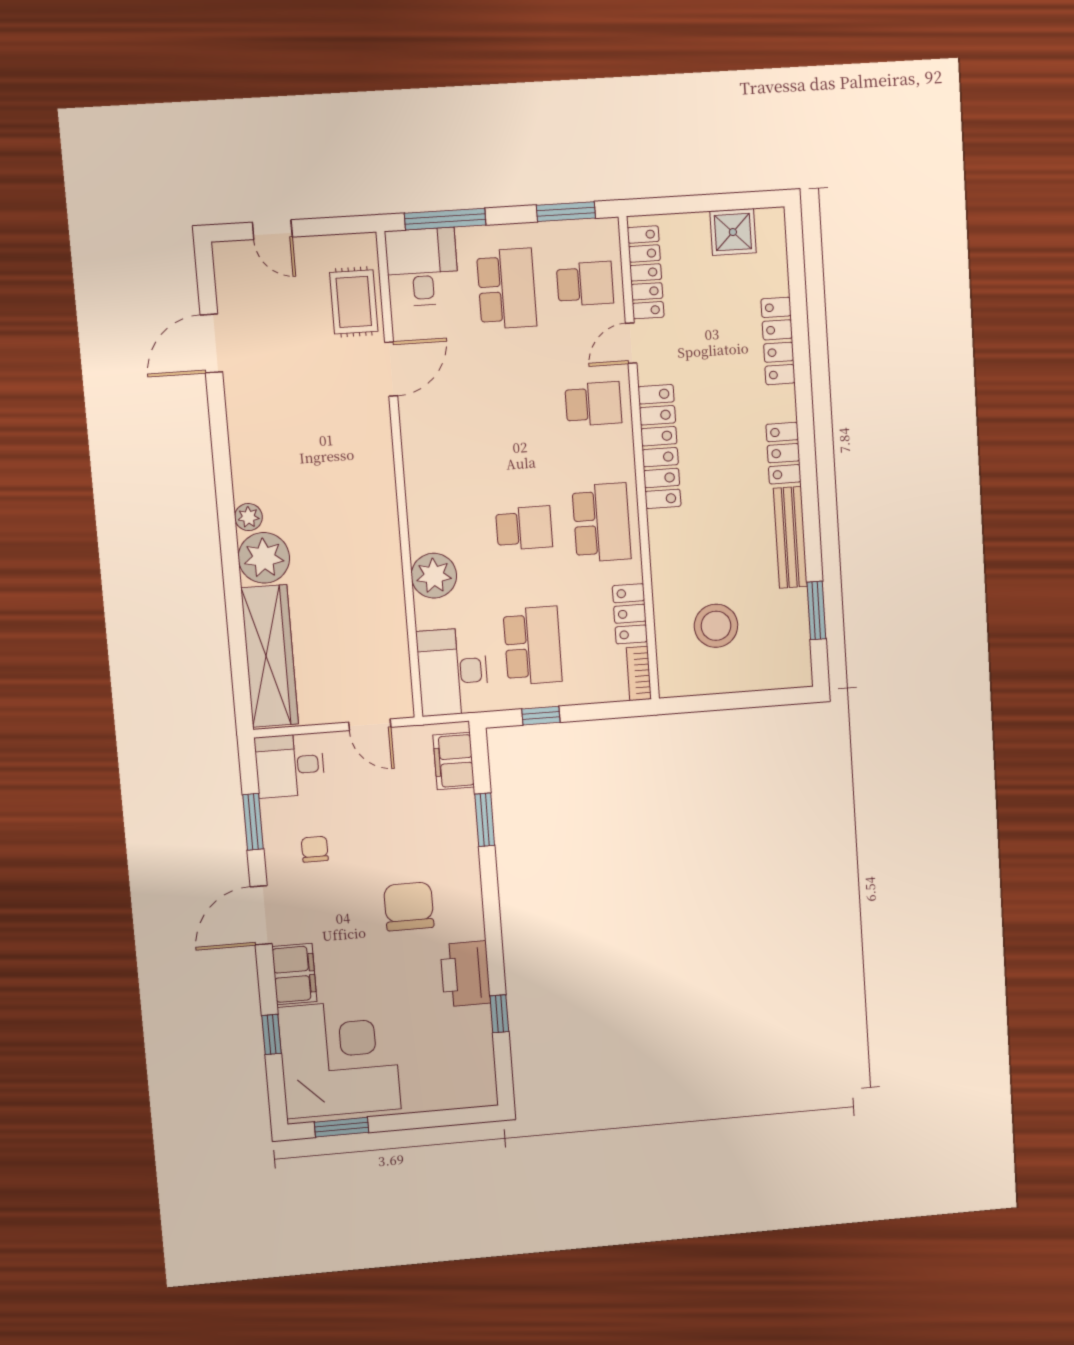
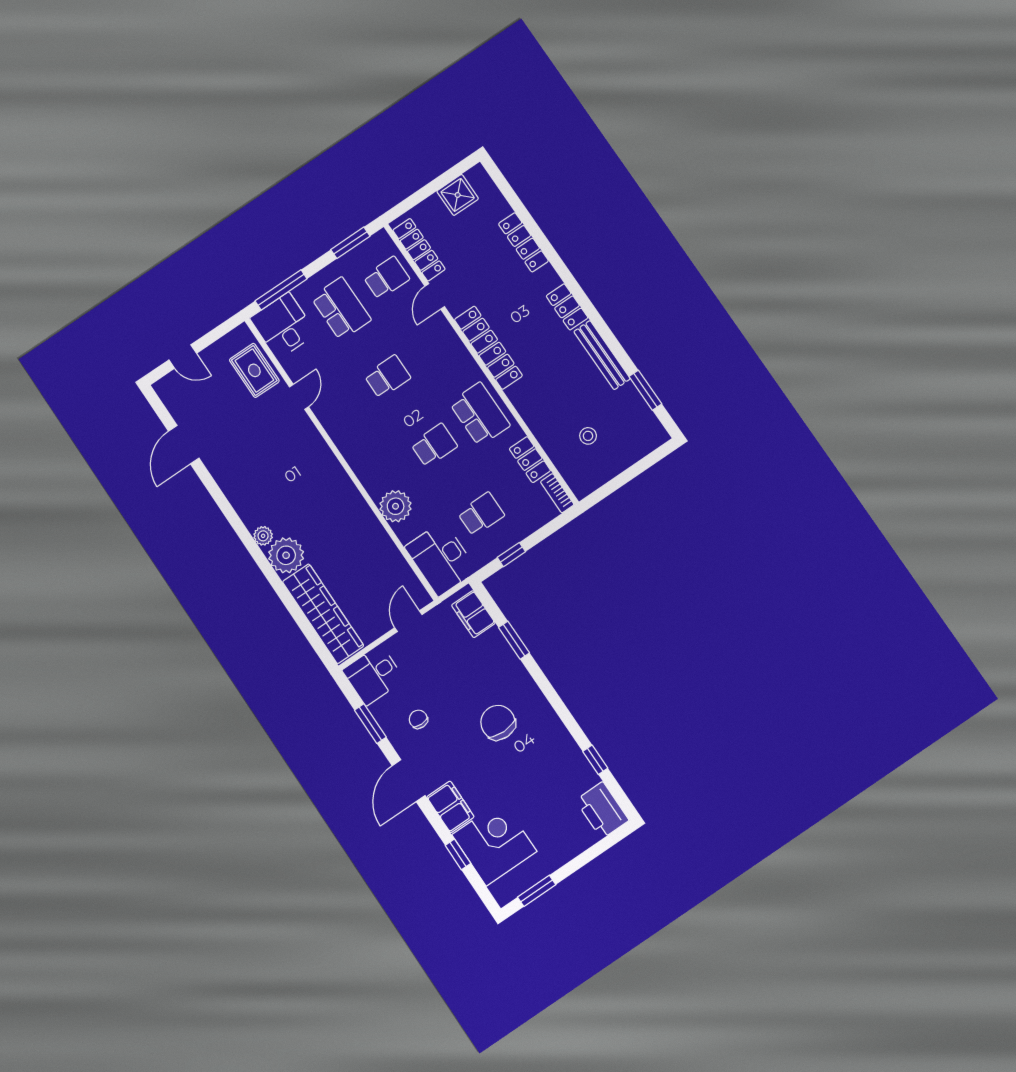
door: (391, 369) -> (299, 397), width x0.73
school desk: (593, 404) -> (387, 377), moved
stool: (716, 626) -> (588, 436), width x0.53, depth x0.53
school desk: (533, 646) -> (481, 514), width x0.54
door: (370, 725) -> (408, 621), swing flipped
printer: (465, 974) -> (602, 810), moved
corner desk: (339, 1058) -> (494, 843), width x0.74, depth x0.74

